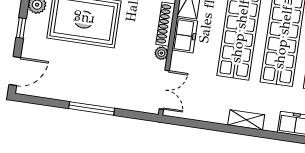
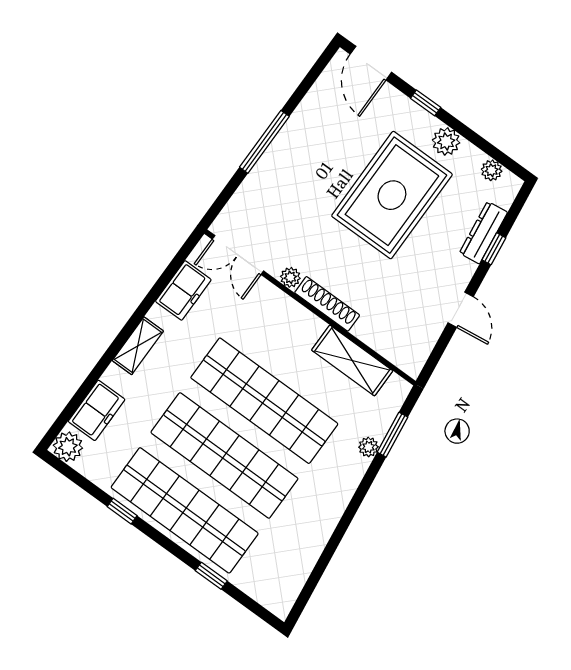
freezer: (185, 35) -> (183, 290), moved, turned -90

